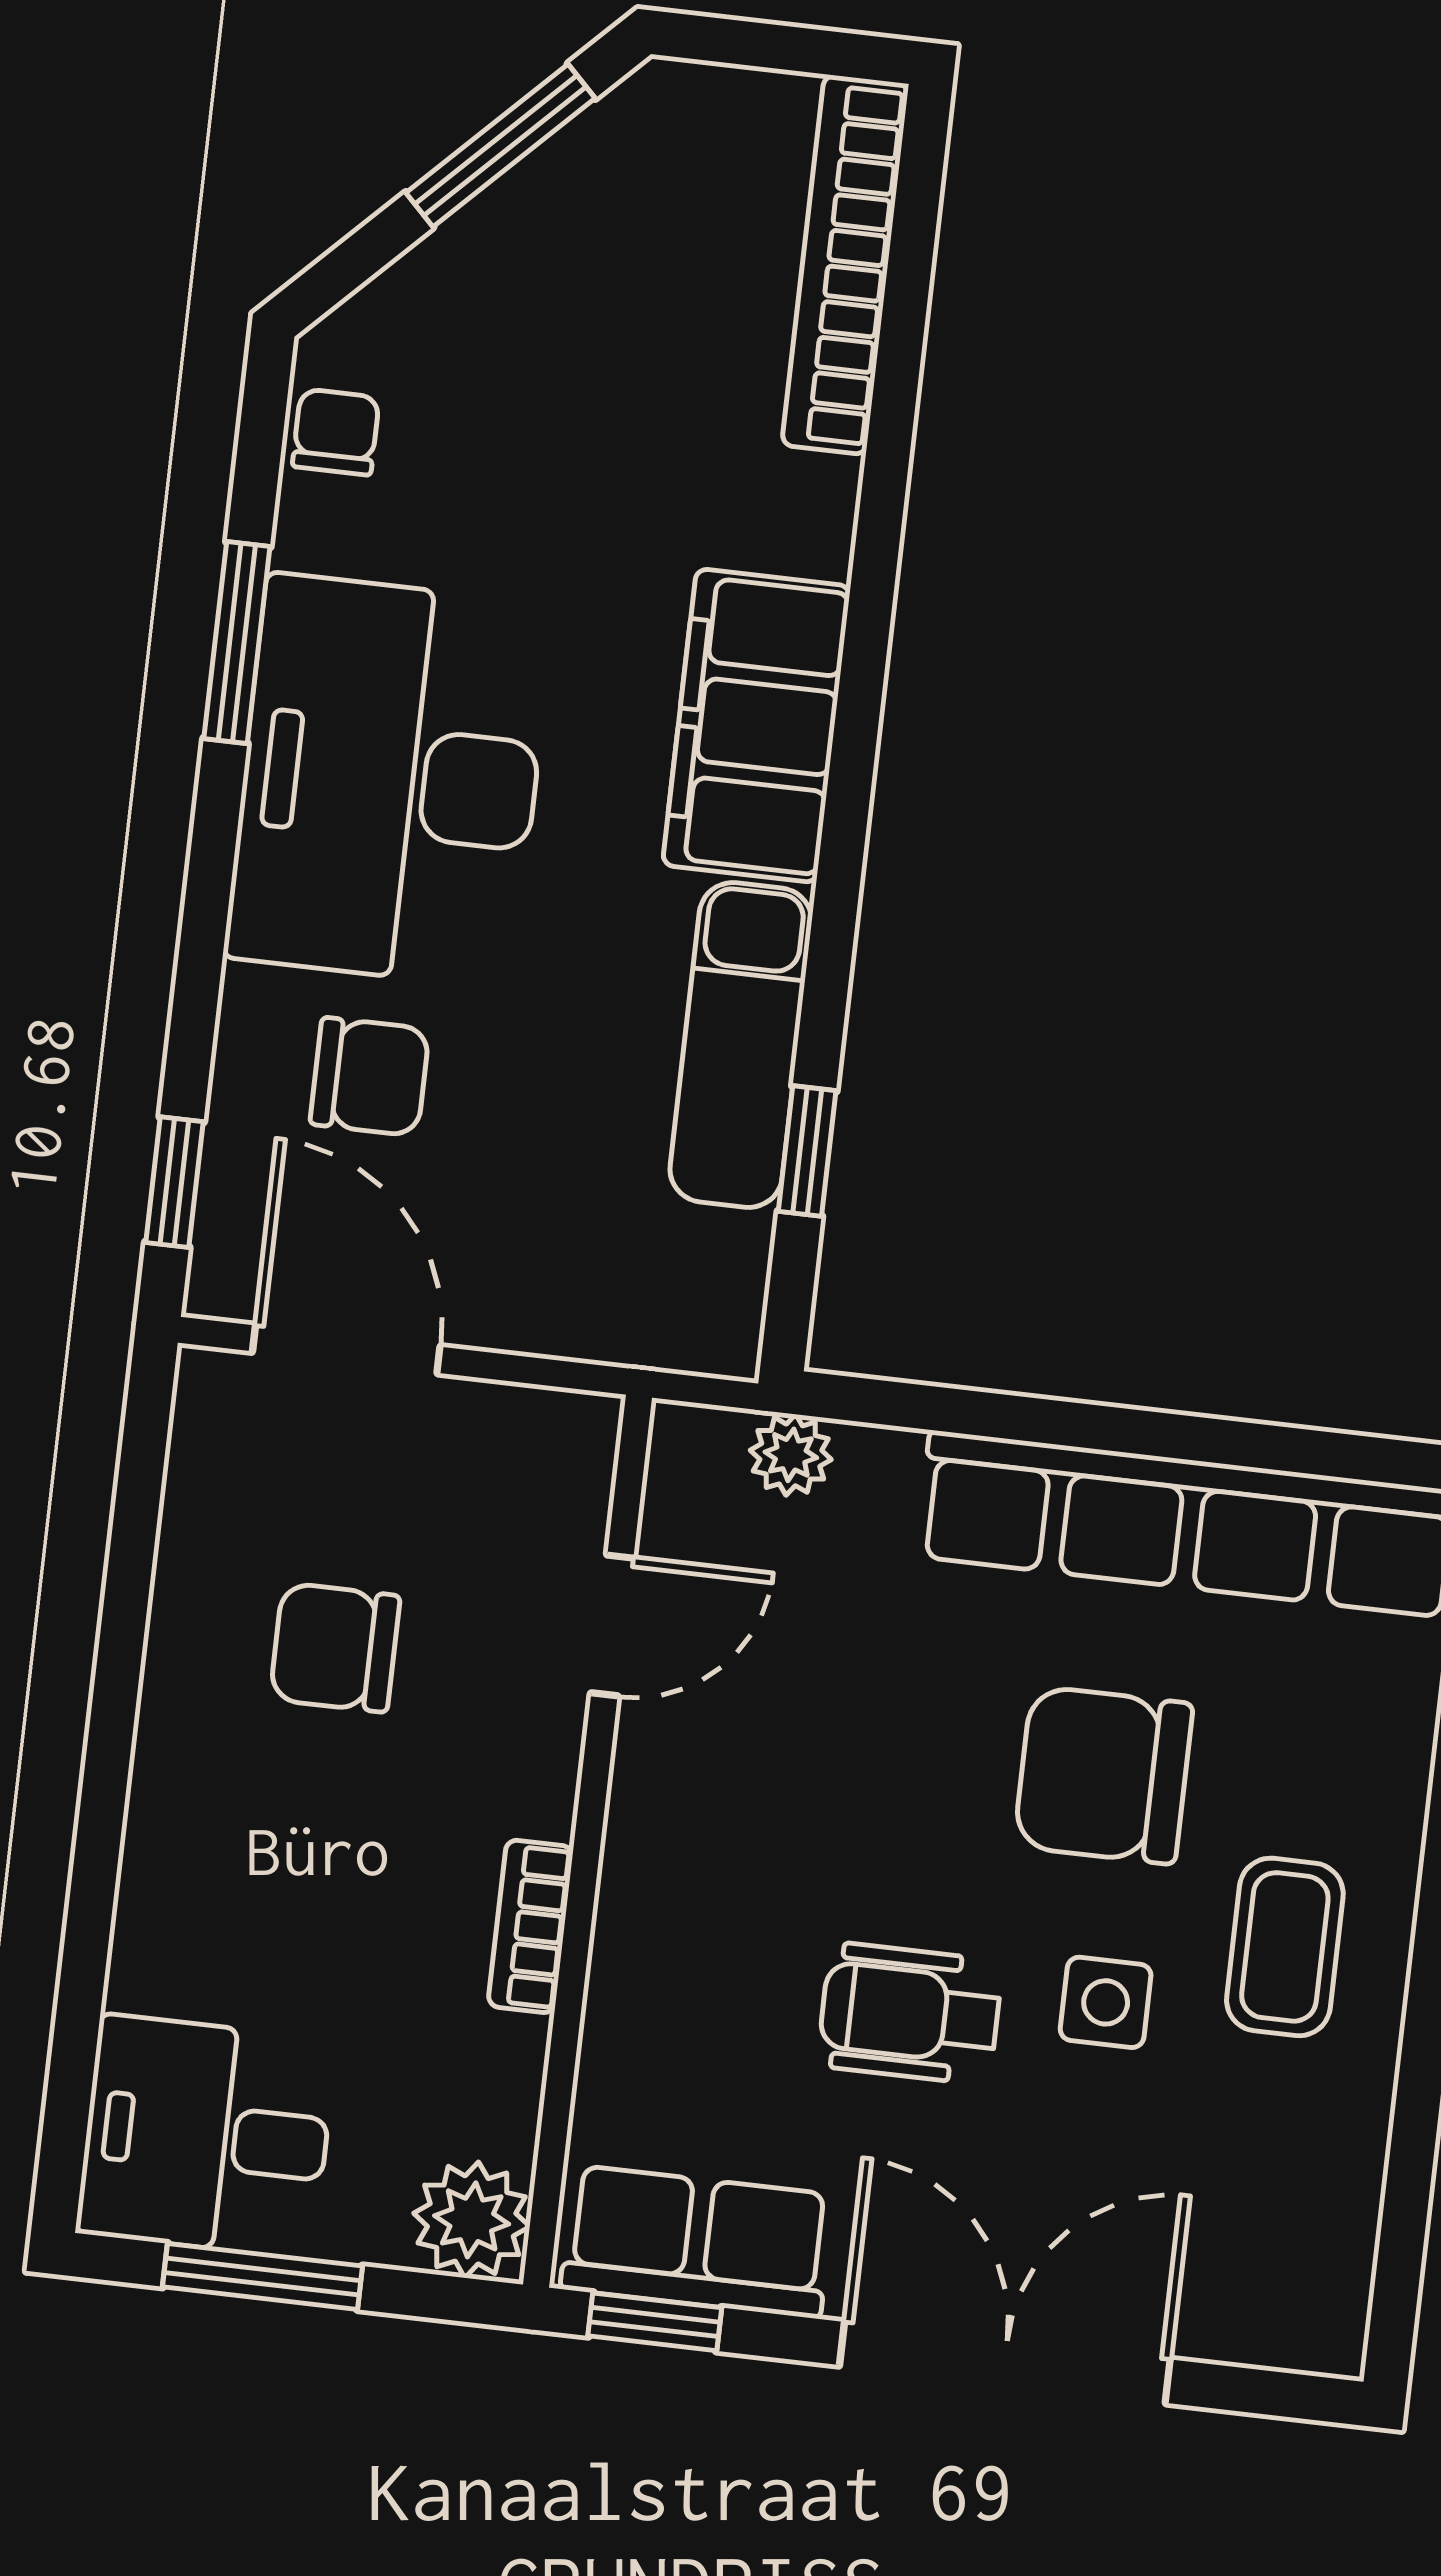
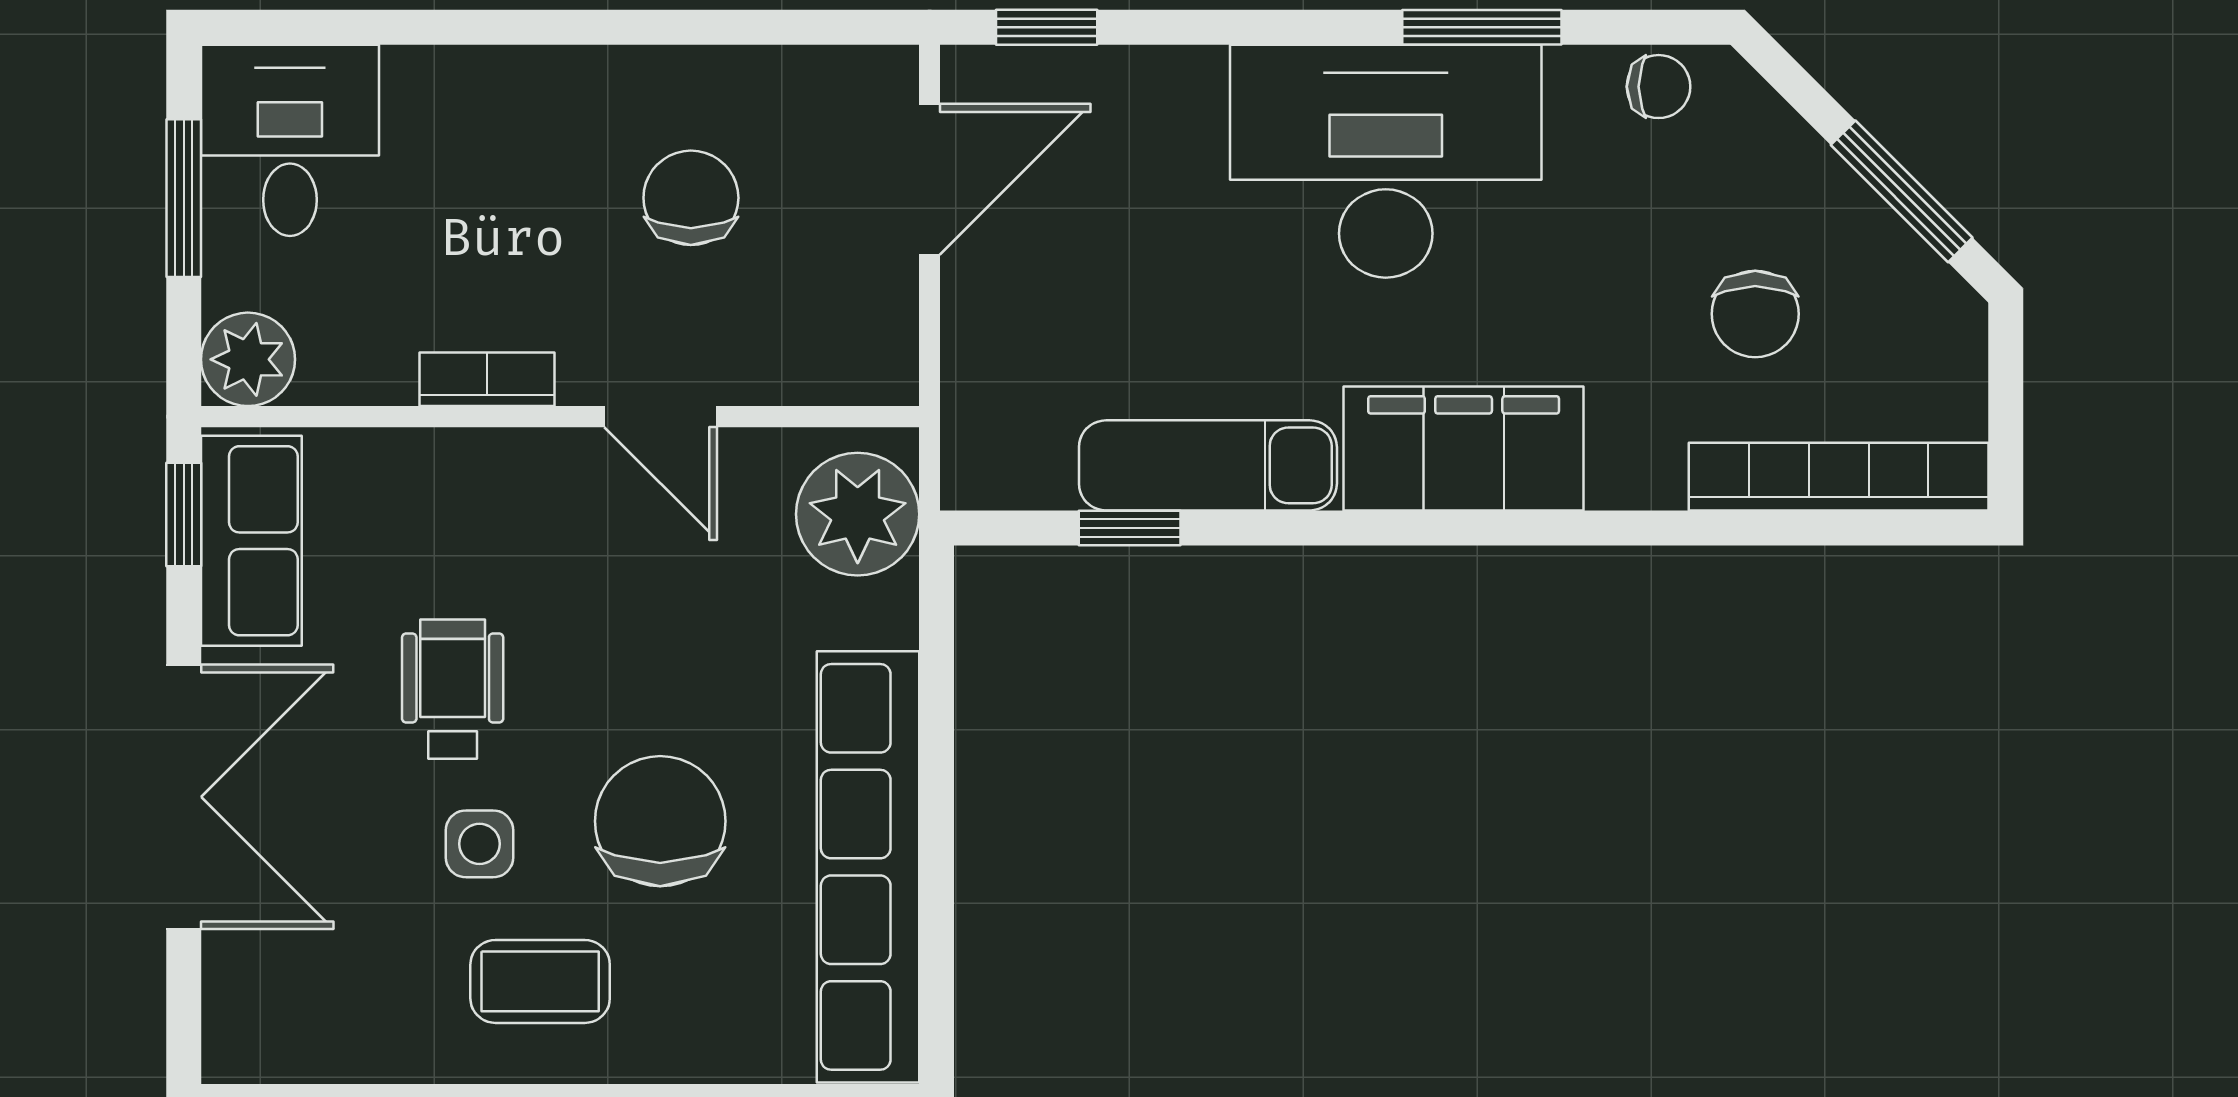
chair: (370, 1077) -> (1755, 314), moved
plant: (791, 1455) -> (858, 514), width x1.87, depth x1.87
door: (612, 1625) -> (661, 417), moved

